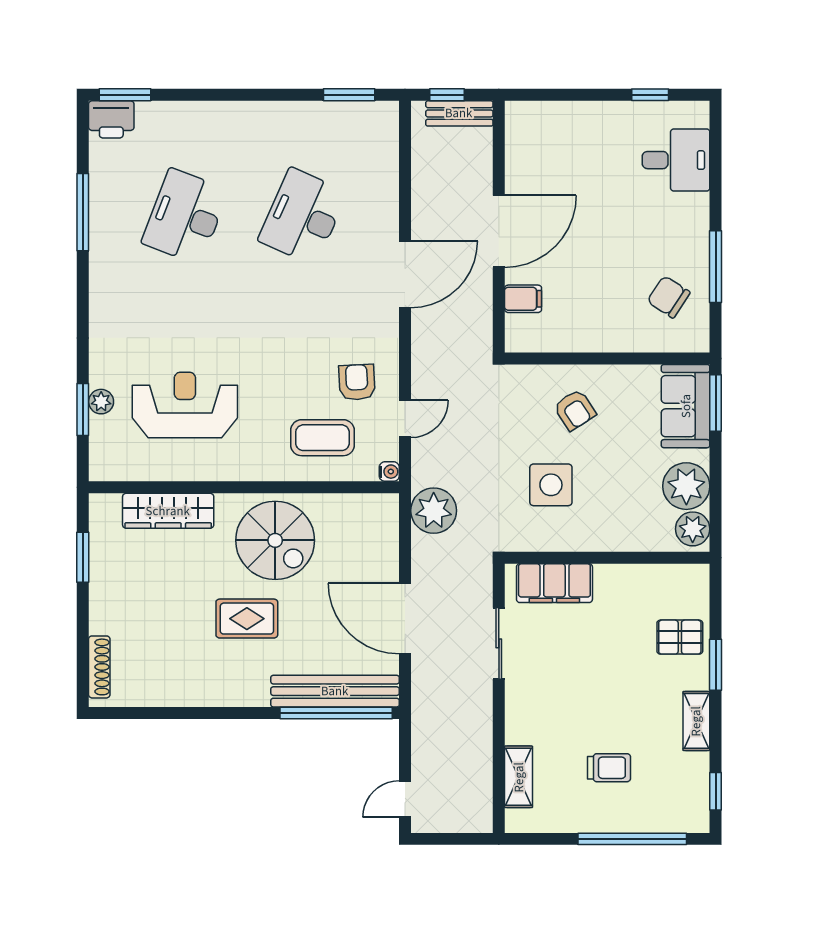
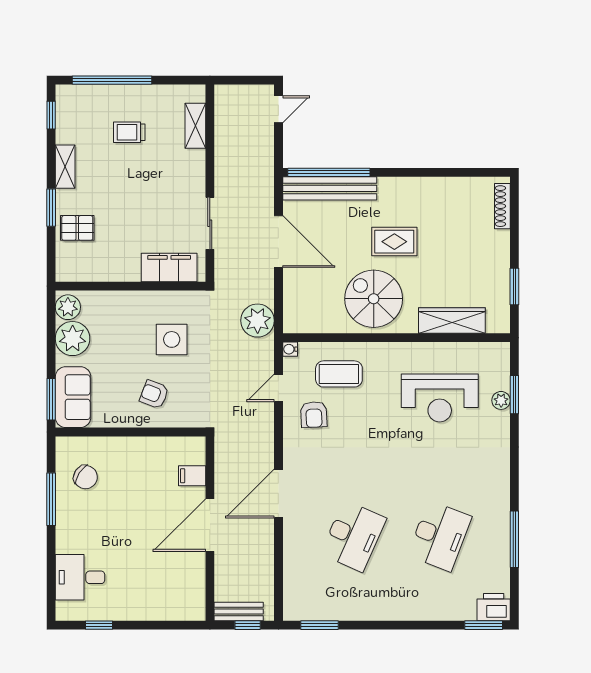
armchair: (575, 410) -> (154, 394), turned -36

